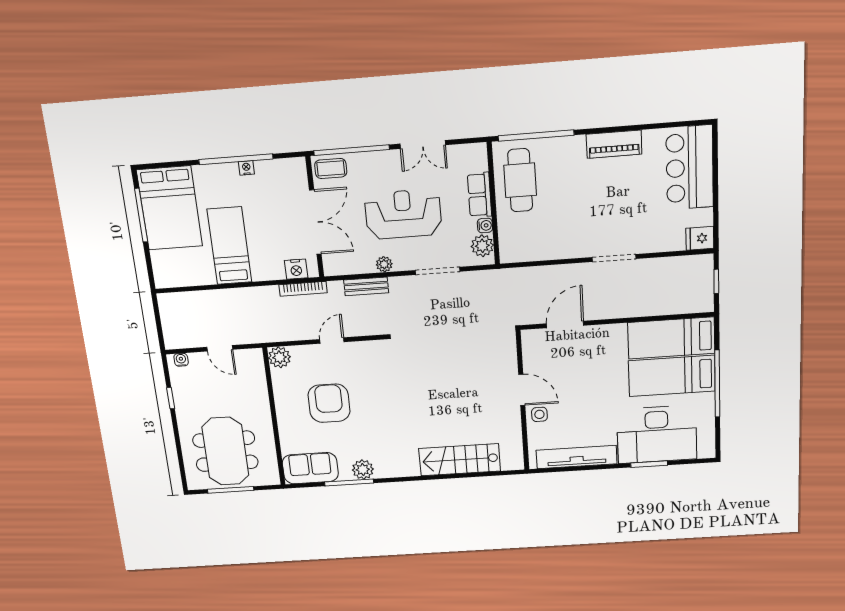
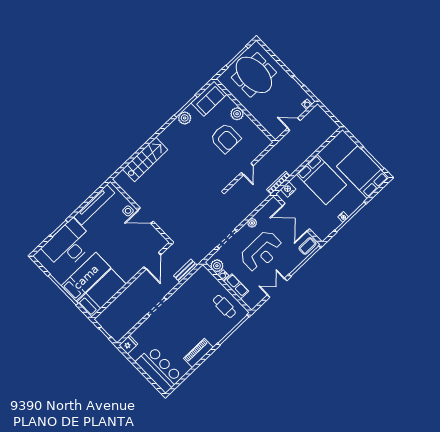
cafe table: (520, 180) -> (224, 306), width x0.73, depth x0.74
bed: (229, 246) -> (321, 179), width x1.50
bench: (366, 286) -> (185, 271), moved
plant: (279, 357) -> (237, 114), moved

